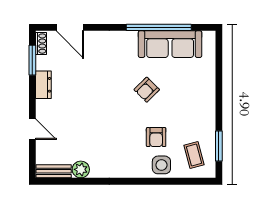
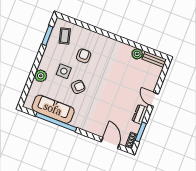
plant: (206, 85) -> (41, 76), added
door: (32, 129) -> (153, 99), moved
side table: (161, 165) -> (64, 71), moved

